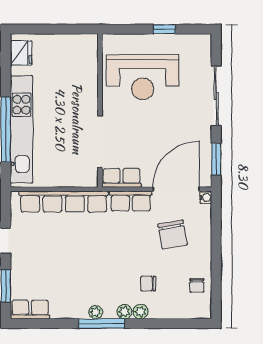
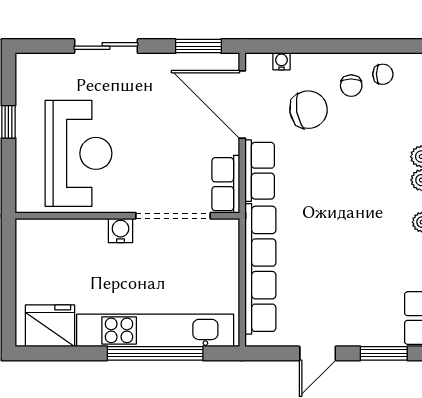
fridge: (21, 53) -> (50, 326), width x1.36, depth x1.34
sliding door: (216, 96) -> (106, 46), width x0.73
water cooler: (90, 106) -> (121, 231), added
water cooler: (206, 197) -> (281, 61), moved
chair: (148, 284) -> (351, 86), moved

